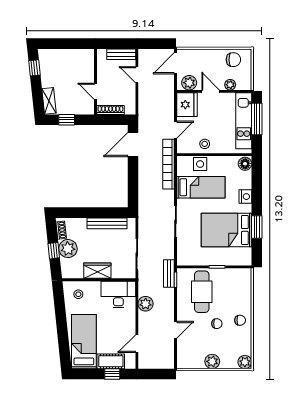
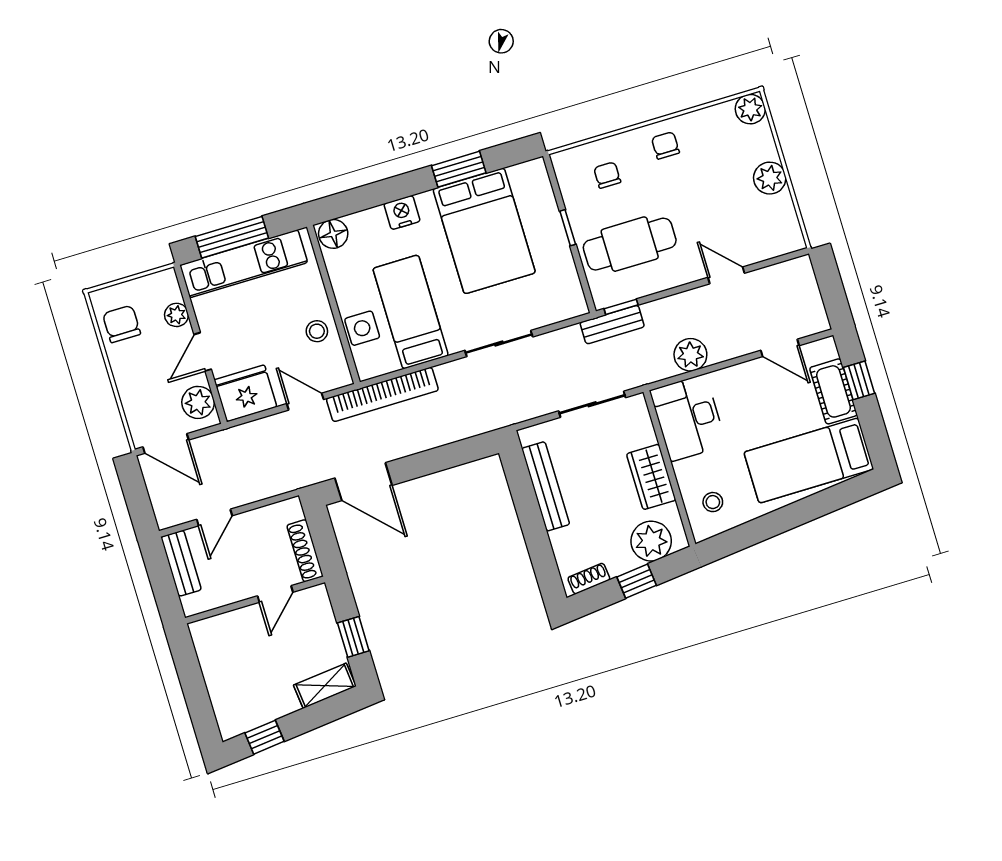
plant: (68, 249) -> (651, 541), moved
chair: (217, 324) -> (607, 175), moved

